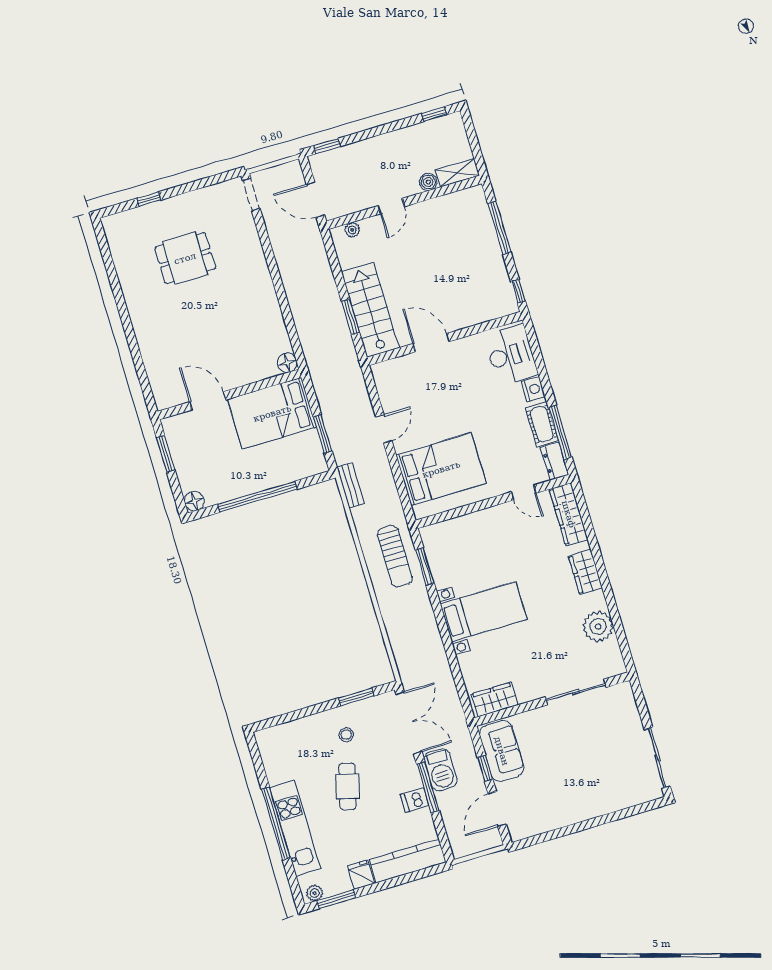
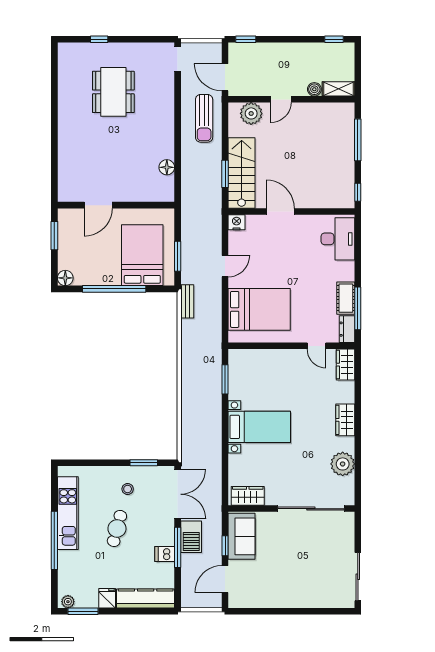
plant: (352, 230) -> (251, 113), width x1.87, depth x1.87
dining table: (185, 258) -> (113, 92), width x1.38
floor lamp: (287, 363) -> (167, 167), moved
nightstand: (533, 389) -> (237, 222), moved, turned -90
door: (208, 401) -> (98, 205), swing flipped
bed: (272, 413) -> (142, 255), moved, turned 90
wardrobe: (569, 514) -> (346, 365), width x0.67
sun lounger: (395, 556) -> (204, 118), moved
sliding door: (576, 692) -> (311, 509), width x1.36
kitchen unit: (295, 828) -> (68, 513), moved

